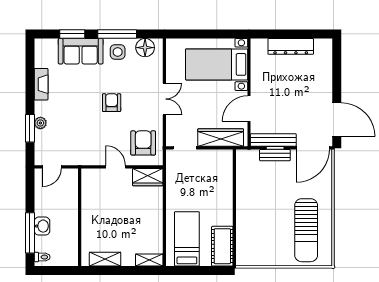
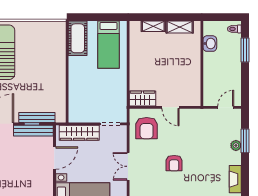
bench: (275, 155) -> (37, 118), width x1.36
washbasin: (42, 226) -> (210, 44), moved, turned 180
window: (30, 233) -> (245, 50), width x0.69
shelving: (149, 260) -> (153, 26), moved

